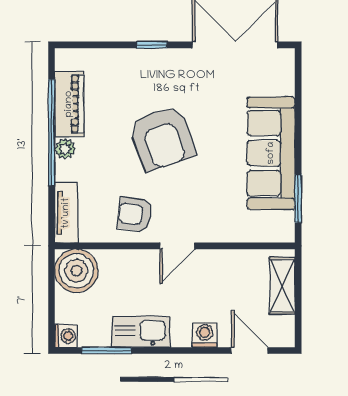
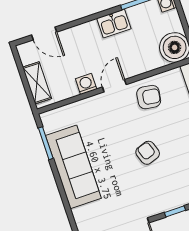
armchair: (162, 138) -> (148, 153), width x0.53, depth x0.53
kitchen sink: (141, 332) -> (114, 23), width x0.73
washing machine: (205, 335) -> (86, 84), moved, turned 180

